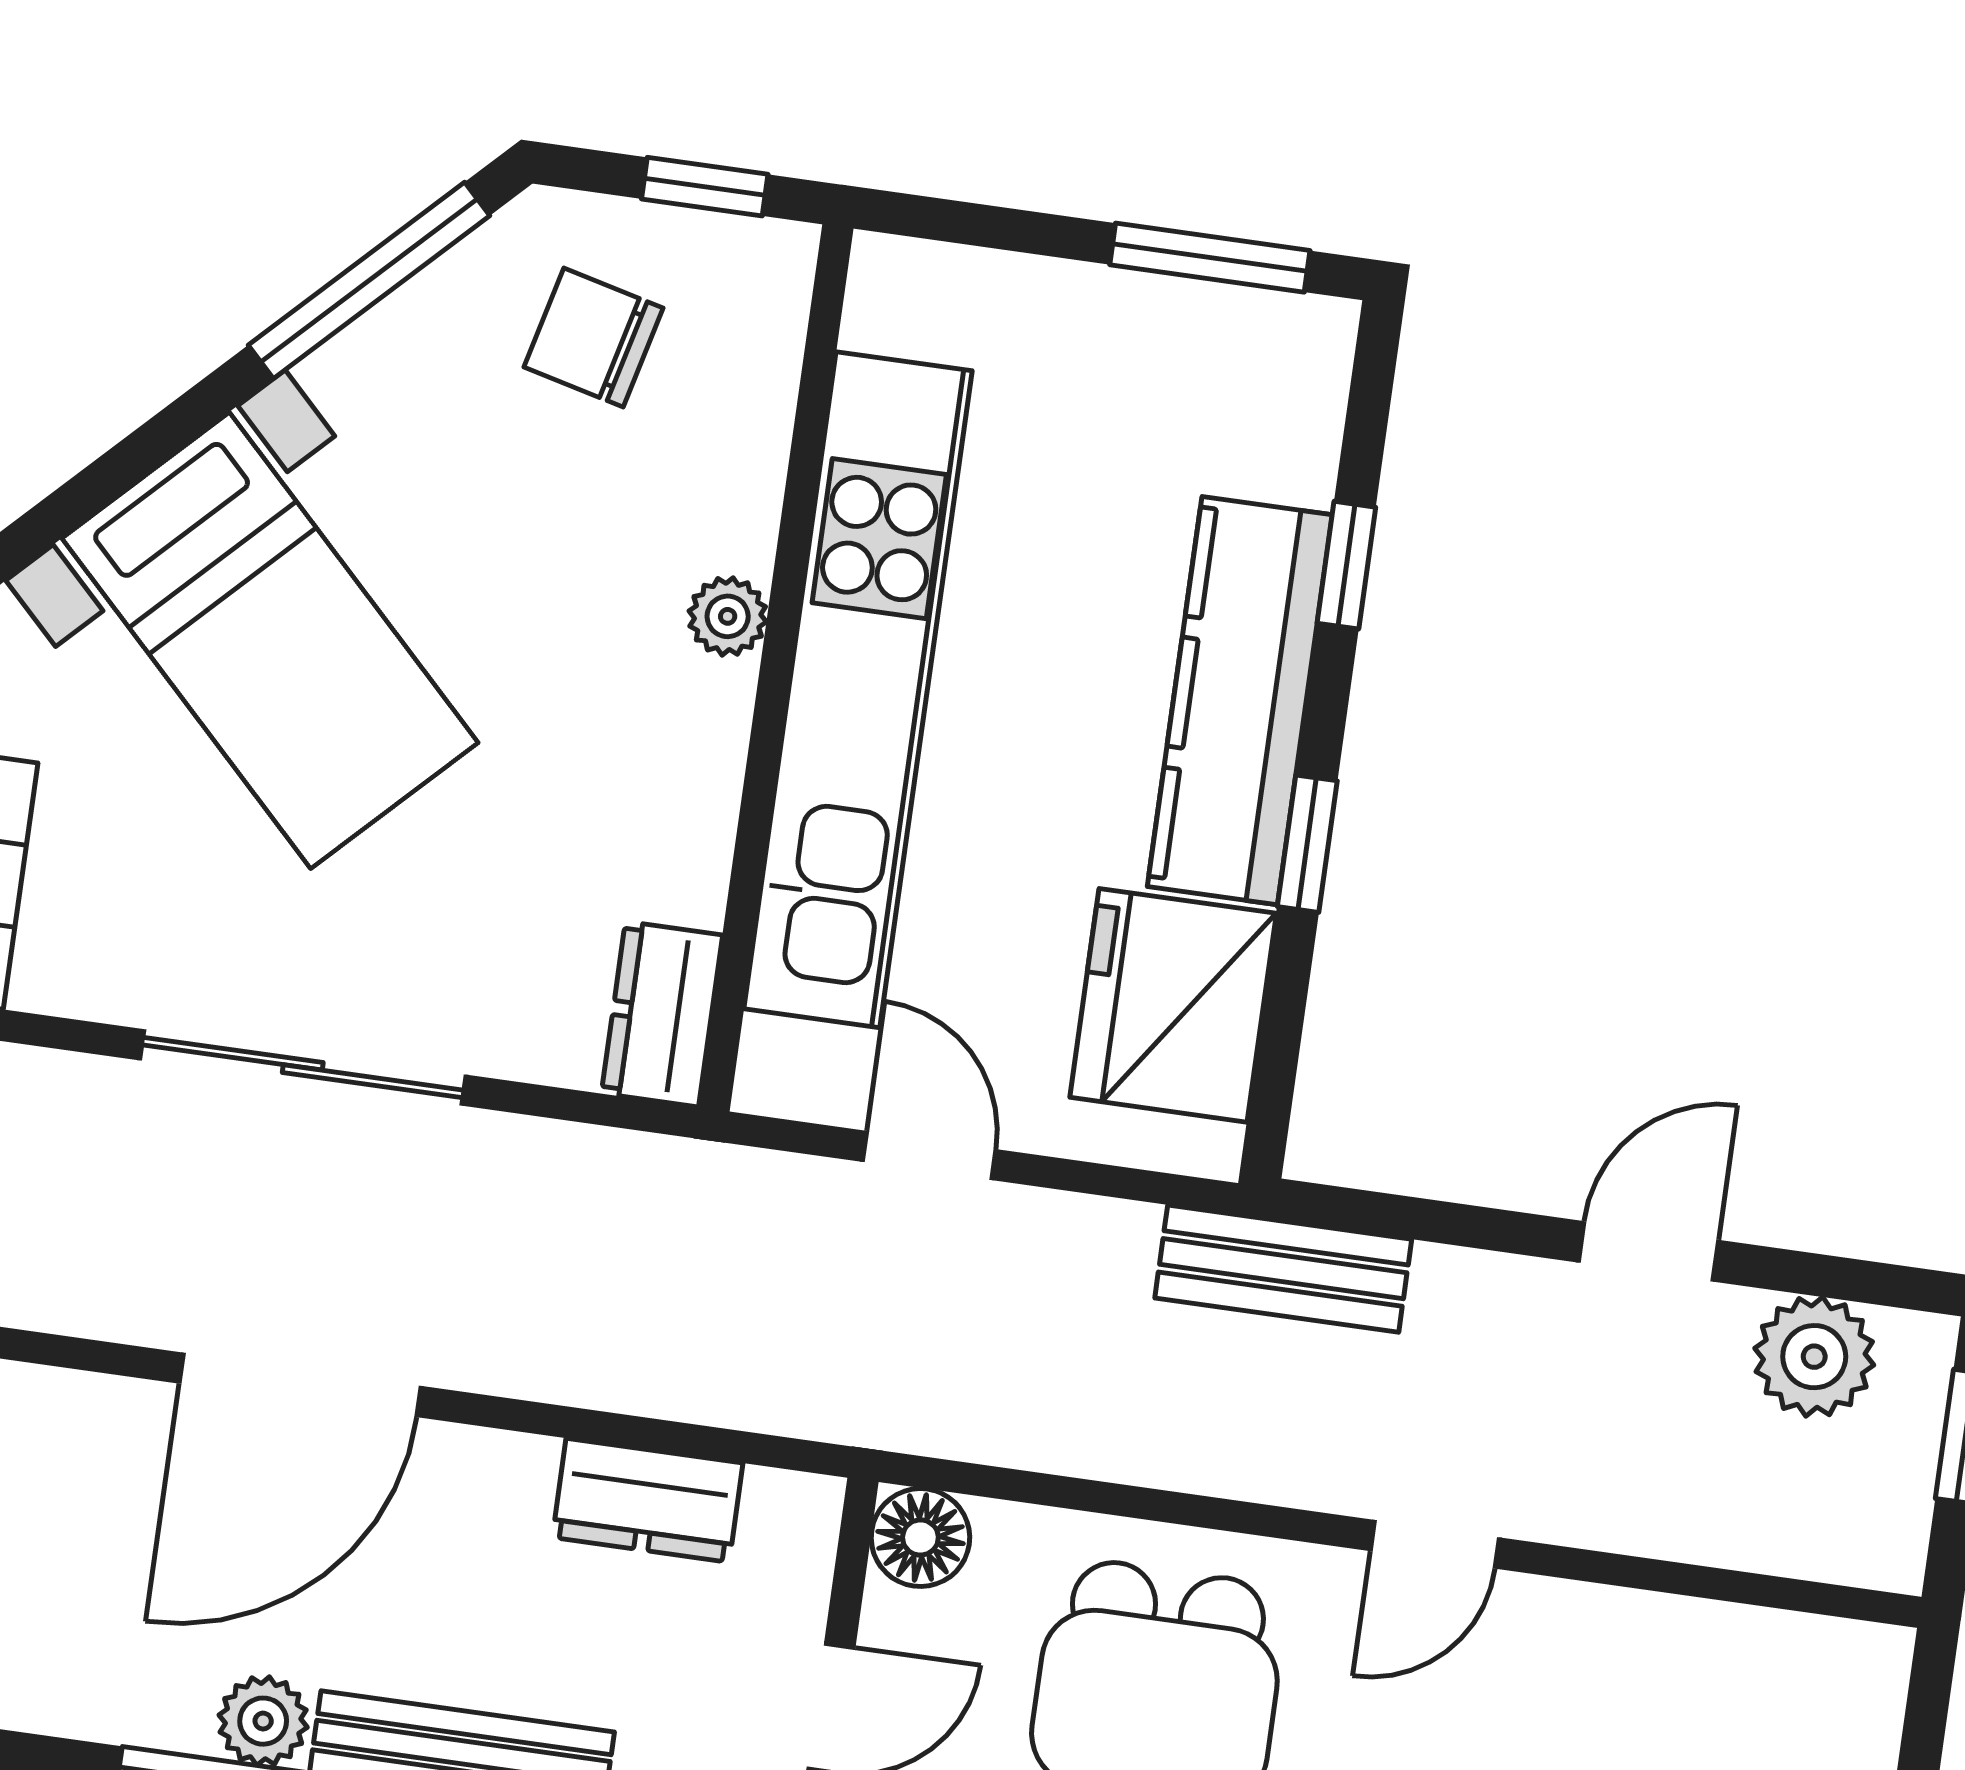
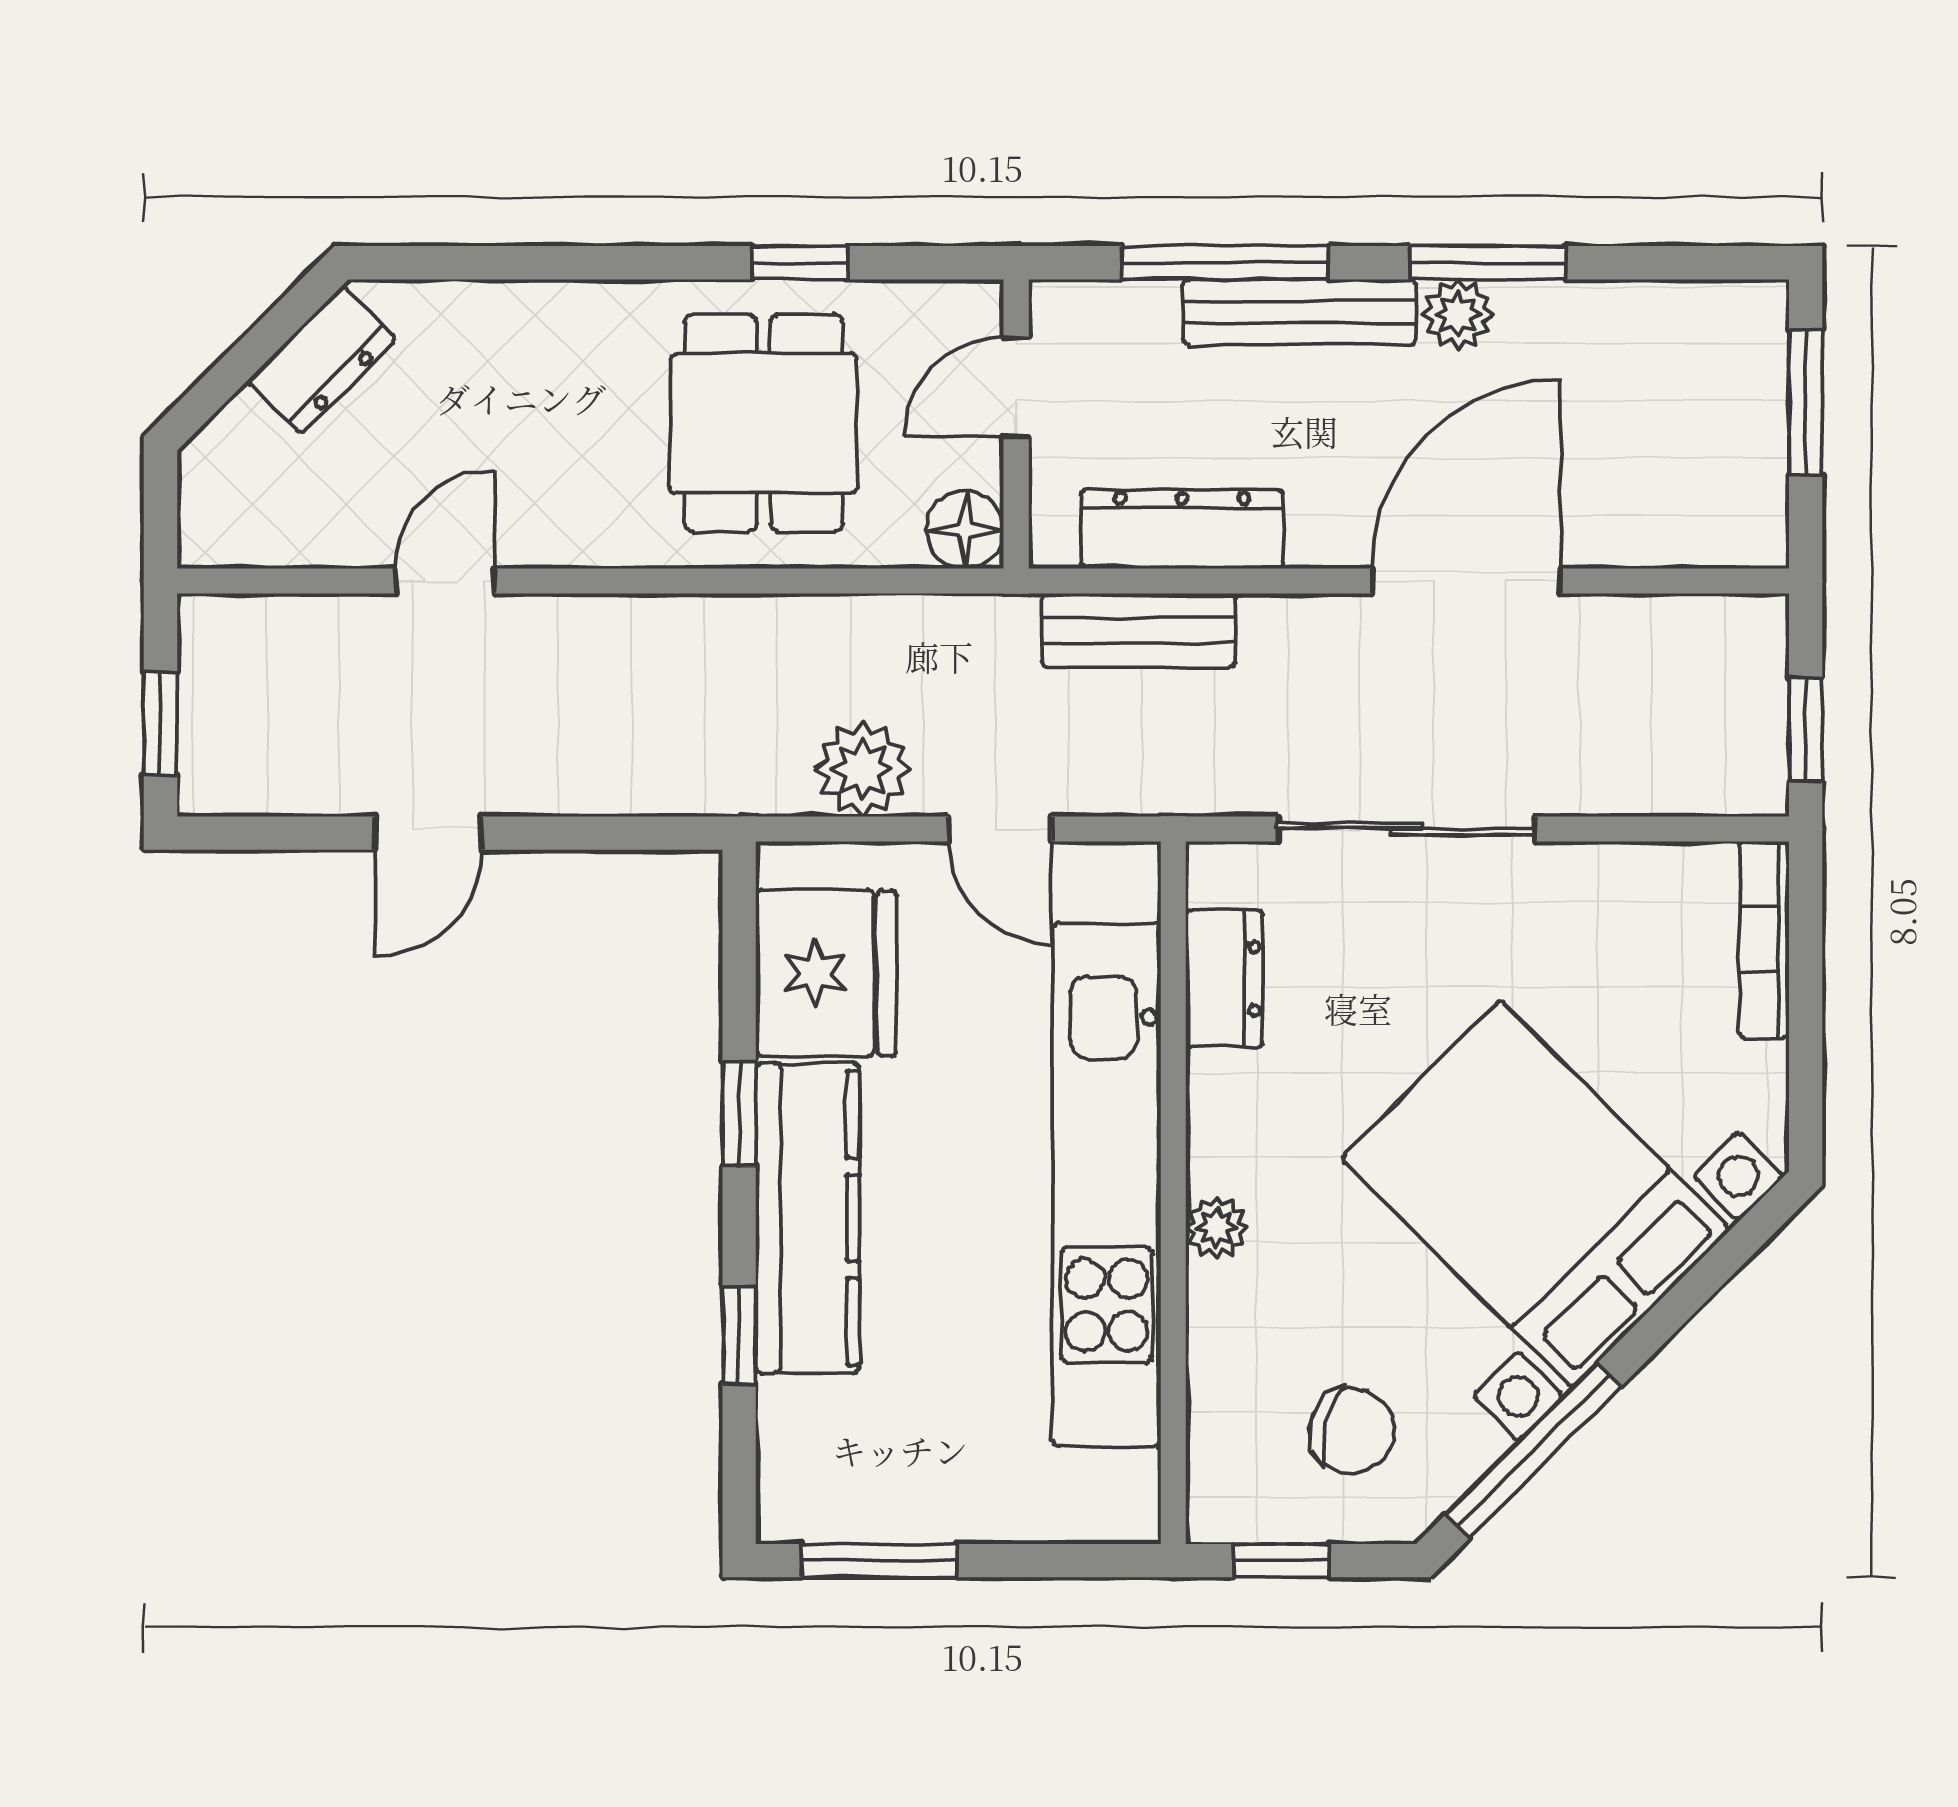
bed with nightstands: (270, 640) -> (1536, 1194), width x1.36
dresser: (662, 1014) -> (1224, 978), moved
sliding door: (303, 1067) -> (1406, 829), moved
bench: (1283, 1269) -> (1139, 630), moved
plant: (1814, 1357) -> (862, 769), moved
dresser: (648, 1500) -> (1182, 529), width x1.44
door: (1435, 1544) -> (445, 581), moved

